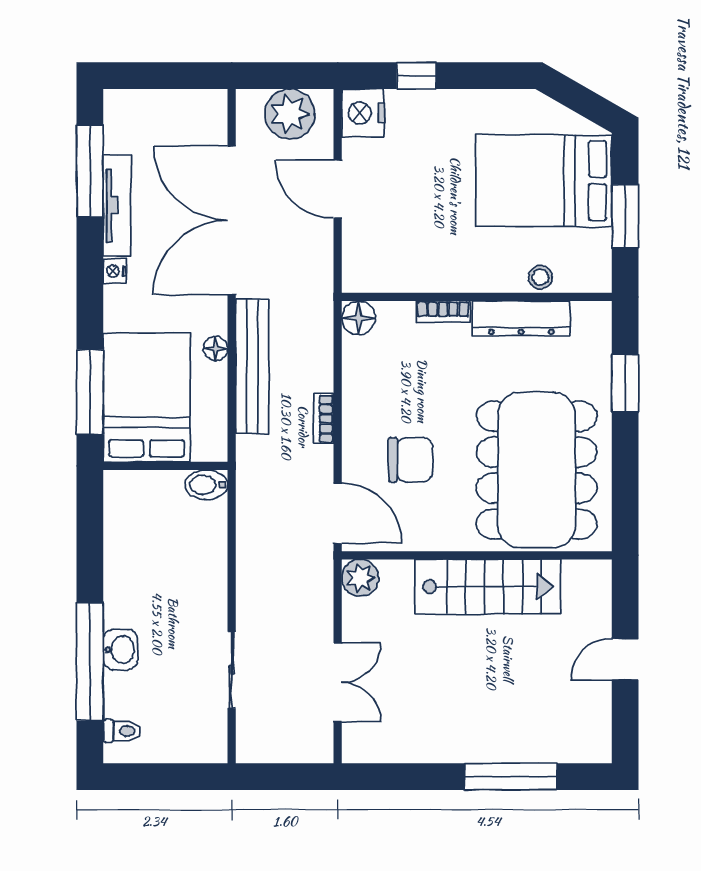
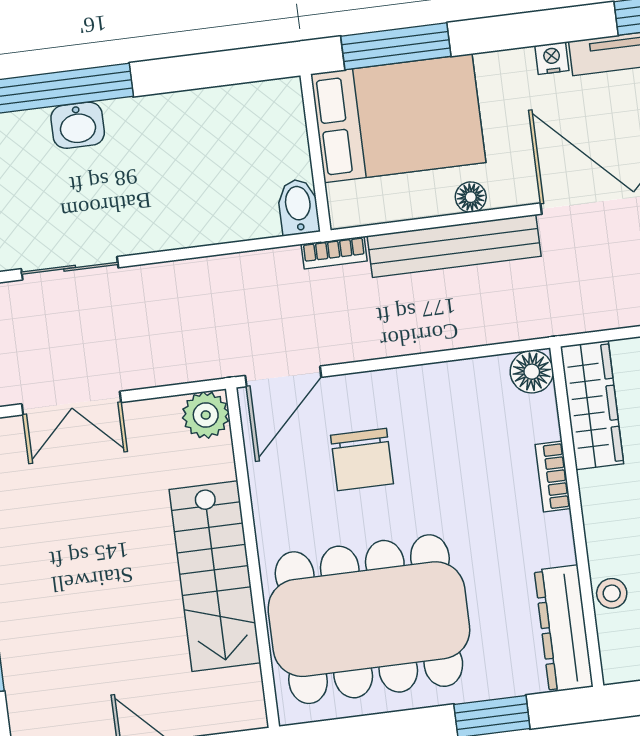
wardrobe: (391, 274) -> (592, 405), added
dresser: (521, 318) -> (564, 629), moved
bookcase: (324, 419) -> (334, 253), moved, turned 180

